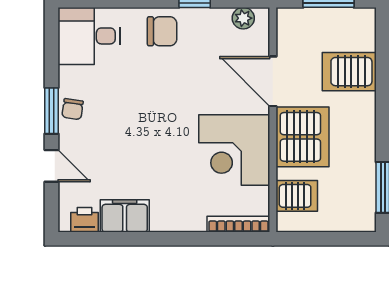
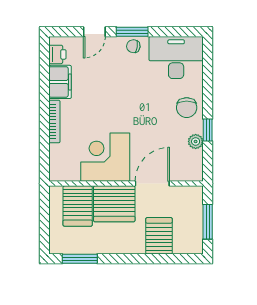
plant: (243, 18) -> (196, 141), moved
desk: (89, 36) -> (176, 58), width x1.37
server rack: (297, 196) -> (78, 206), width x1.36, depth x1.44
bookcase: (238, 224) -> (54, 122), moved

